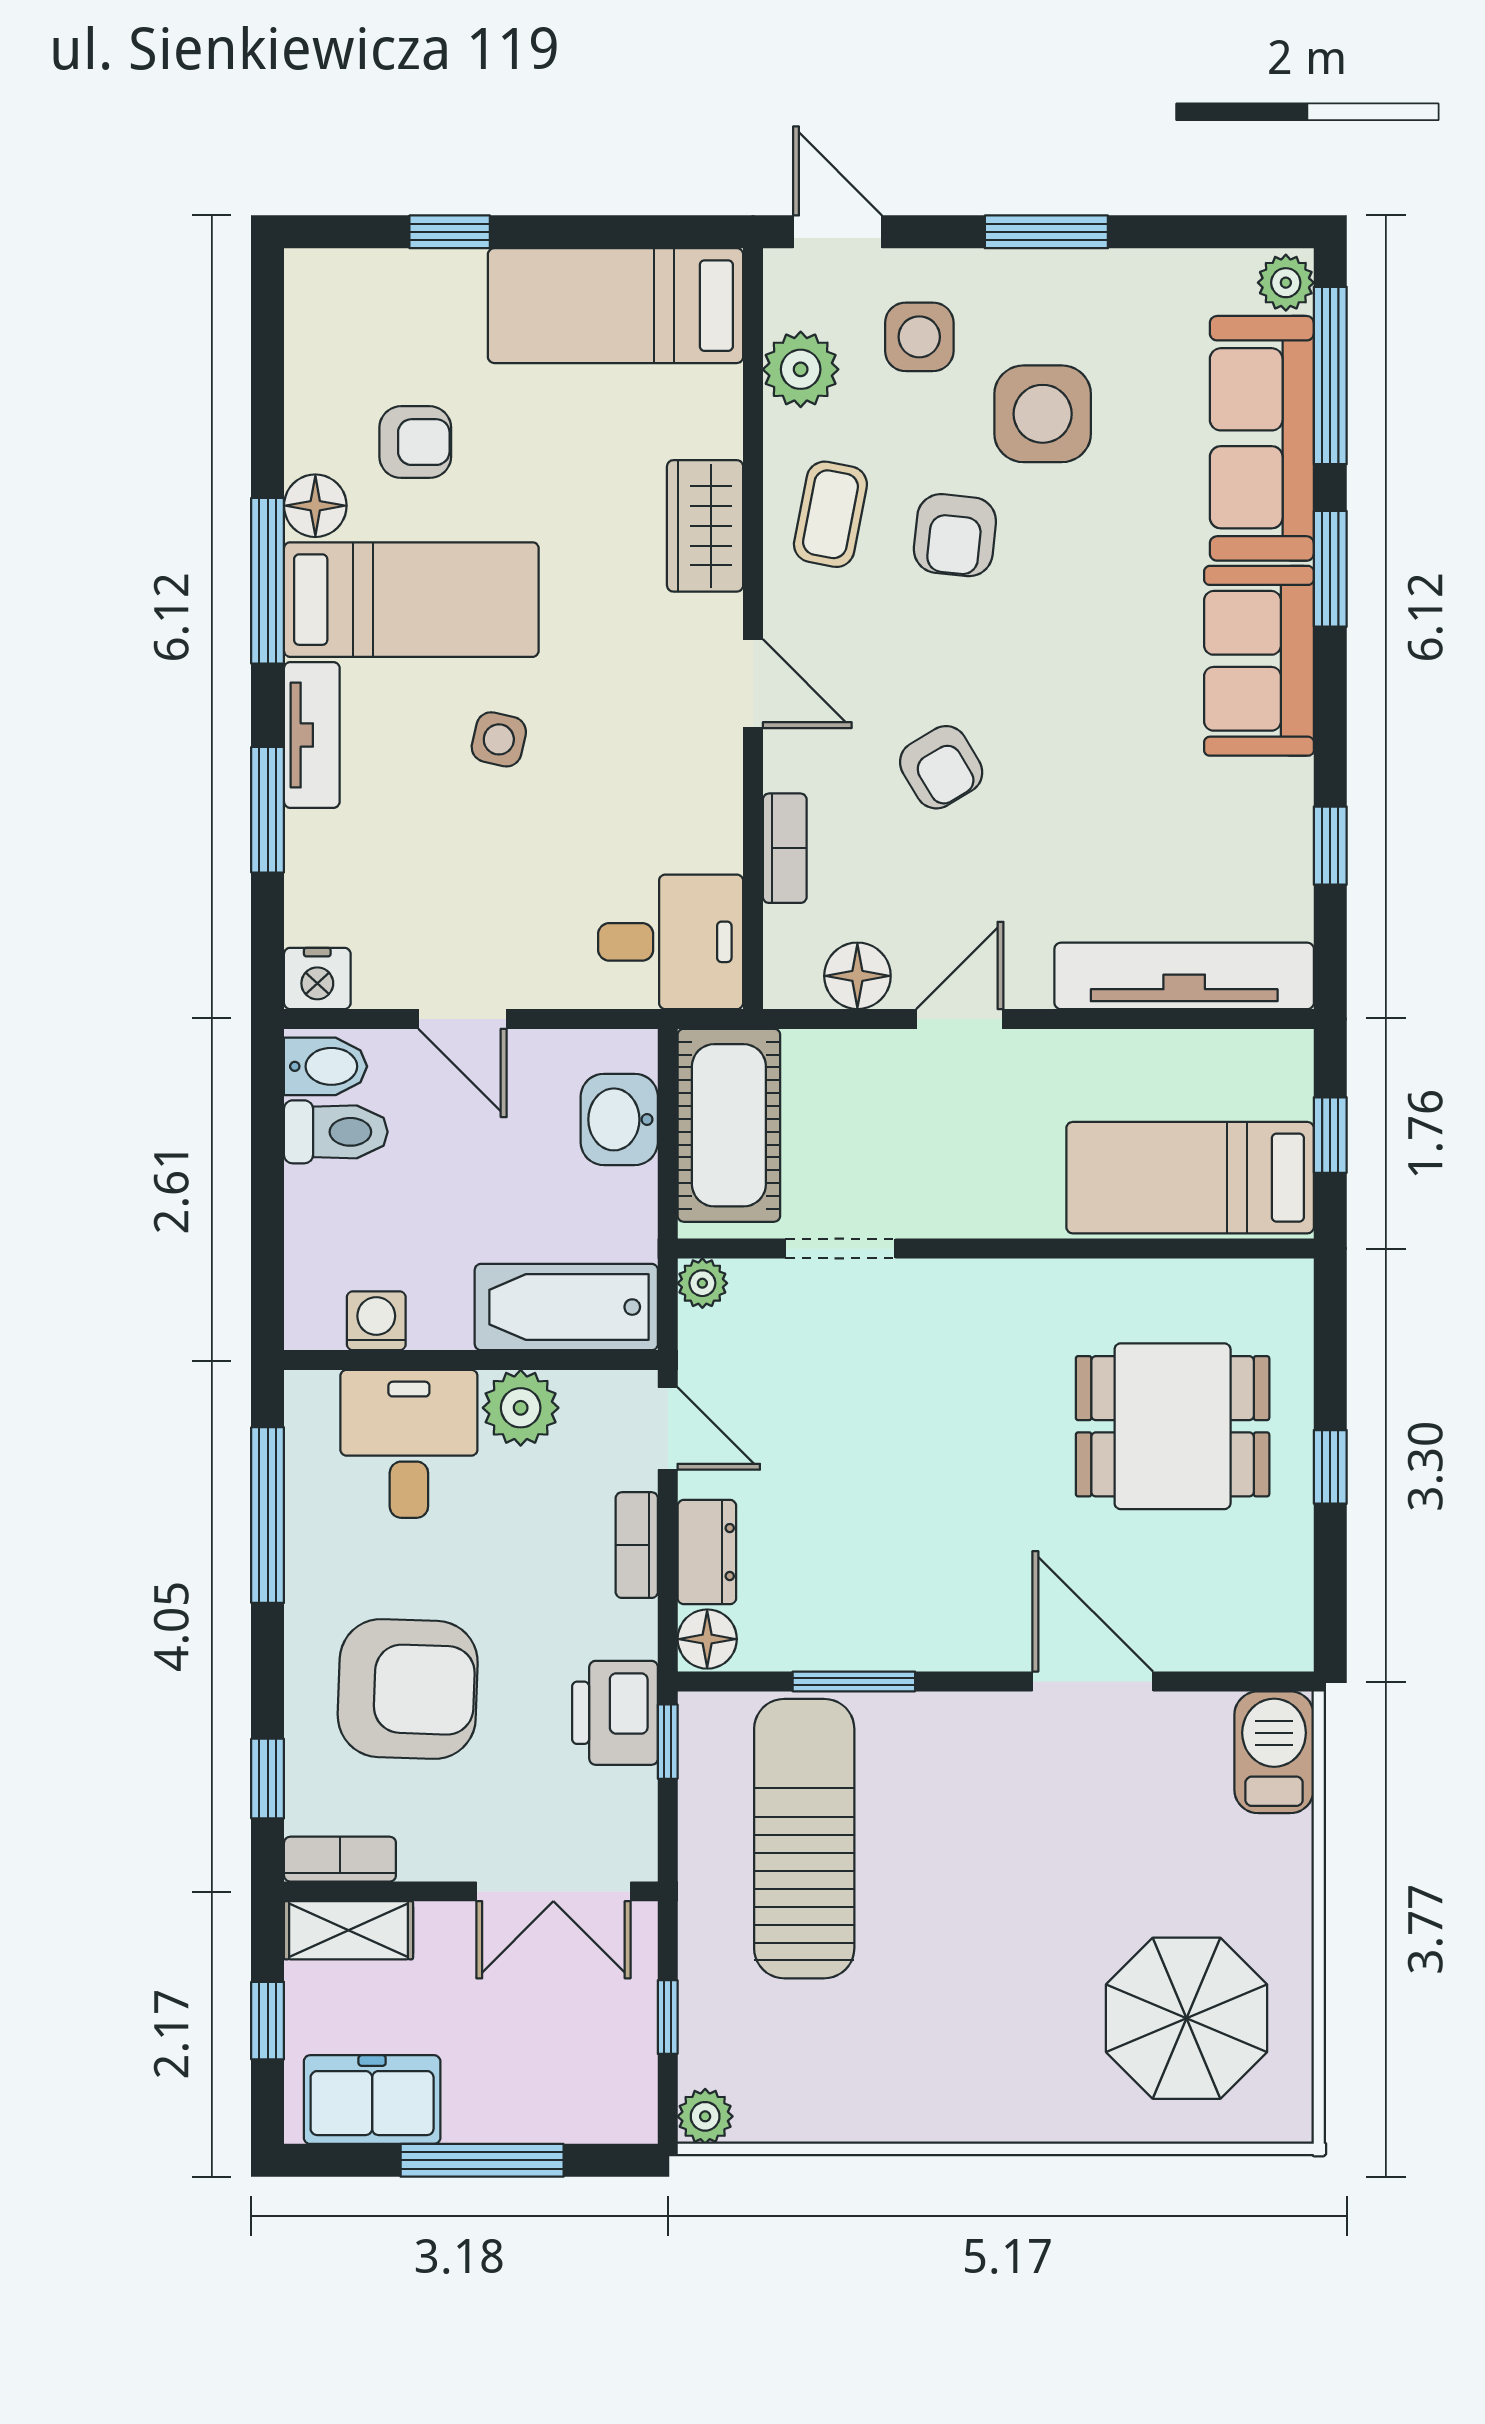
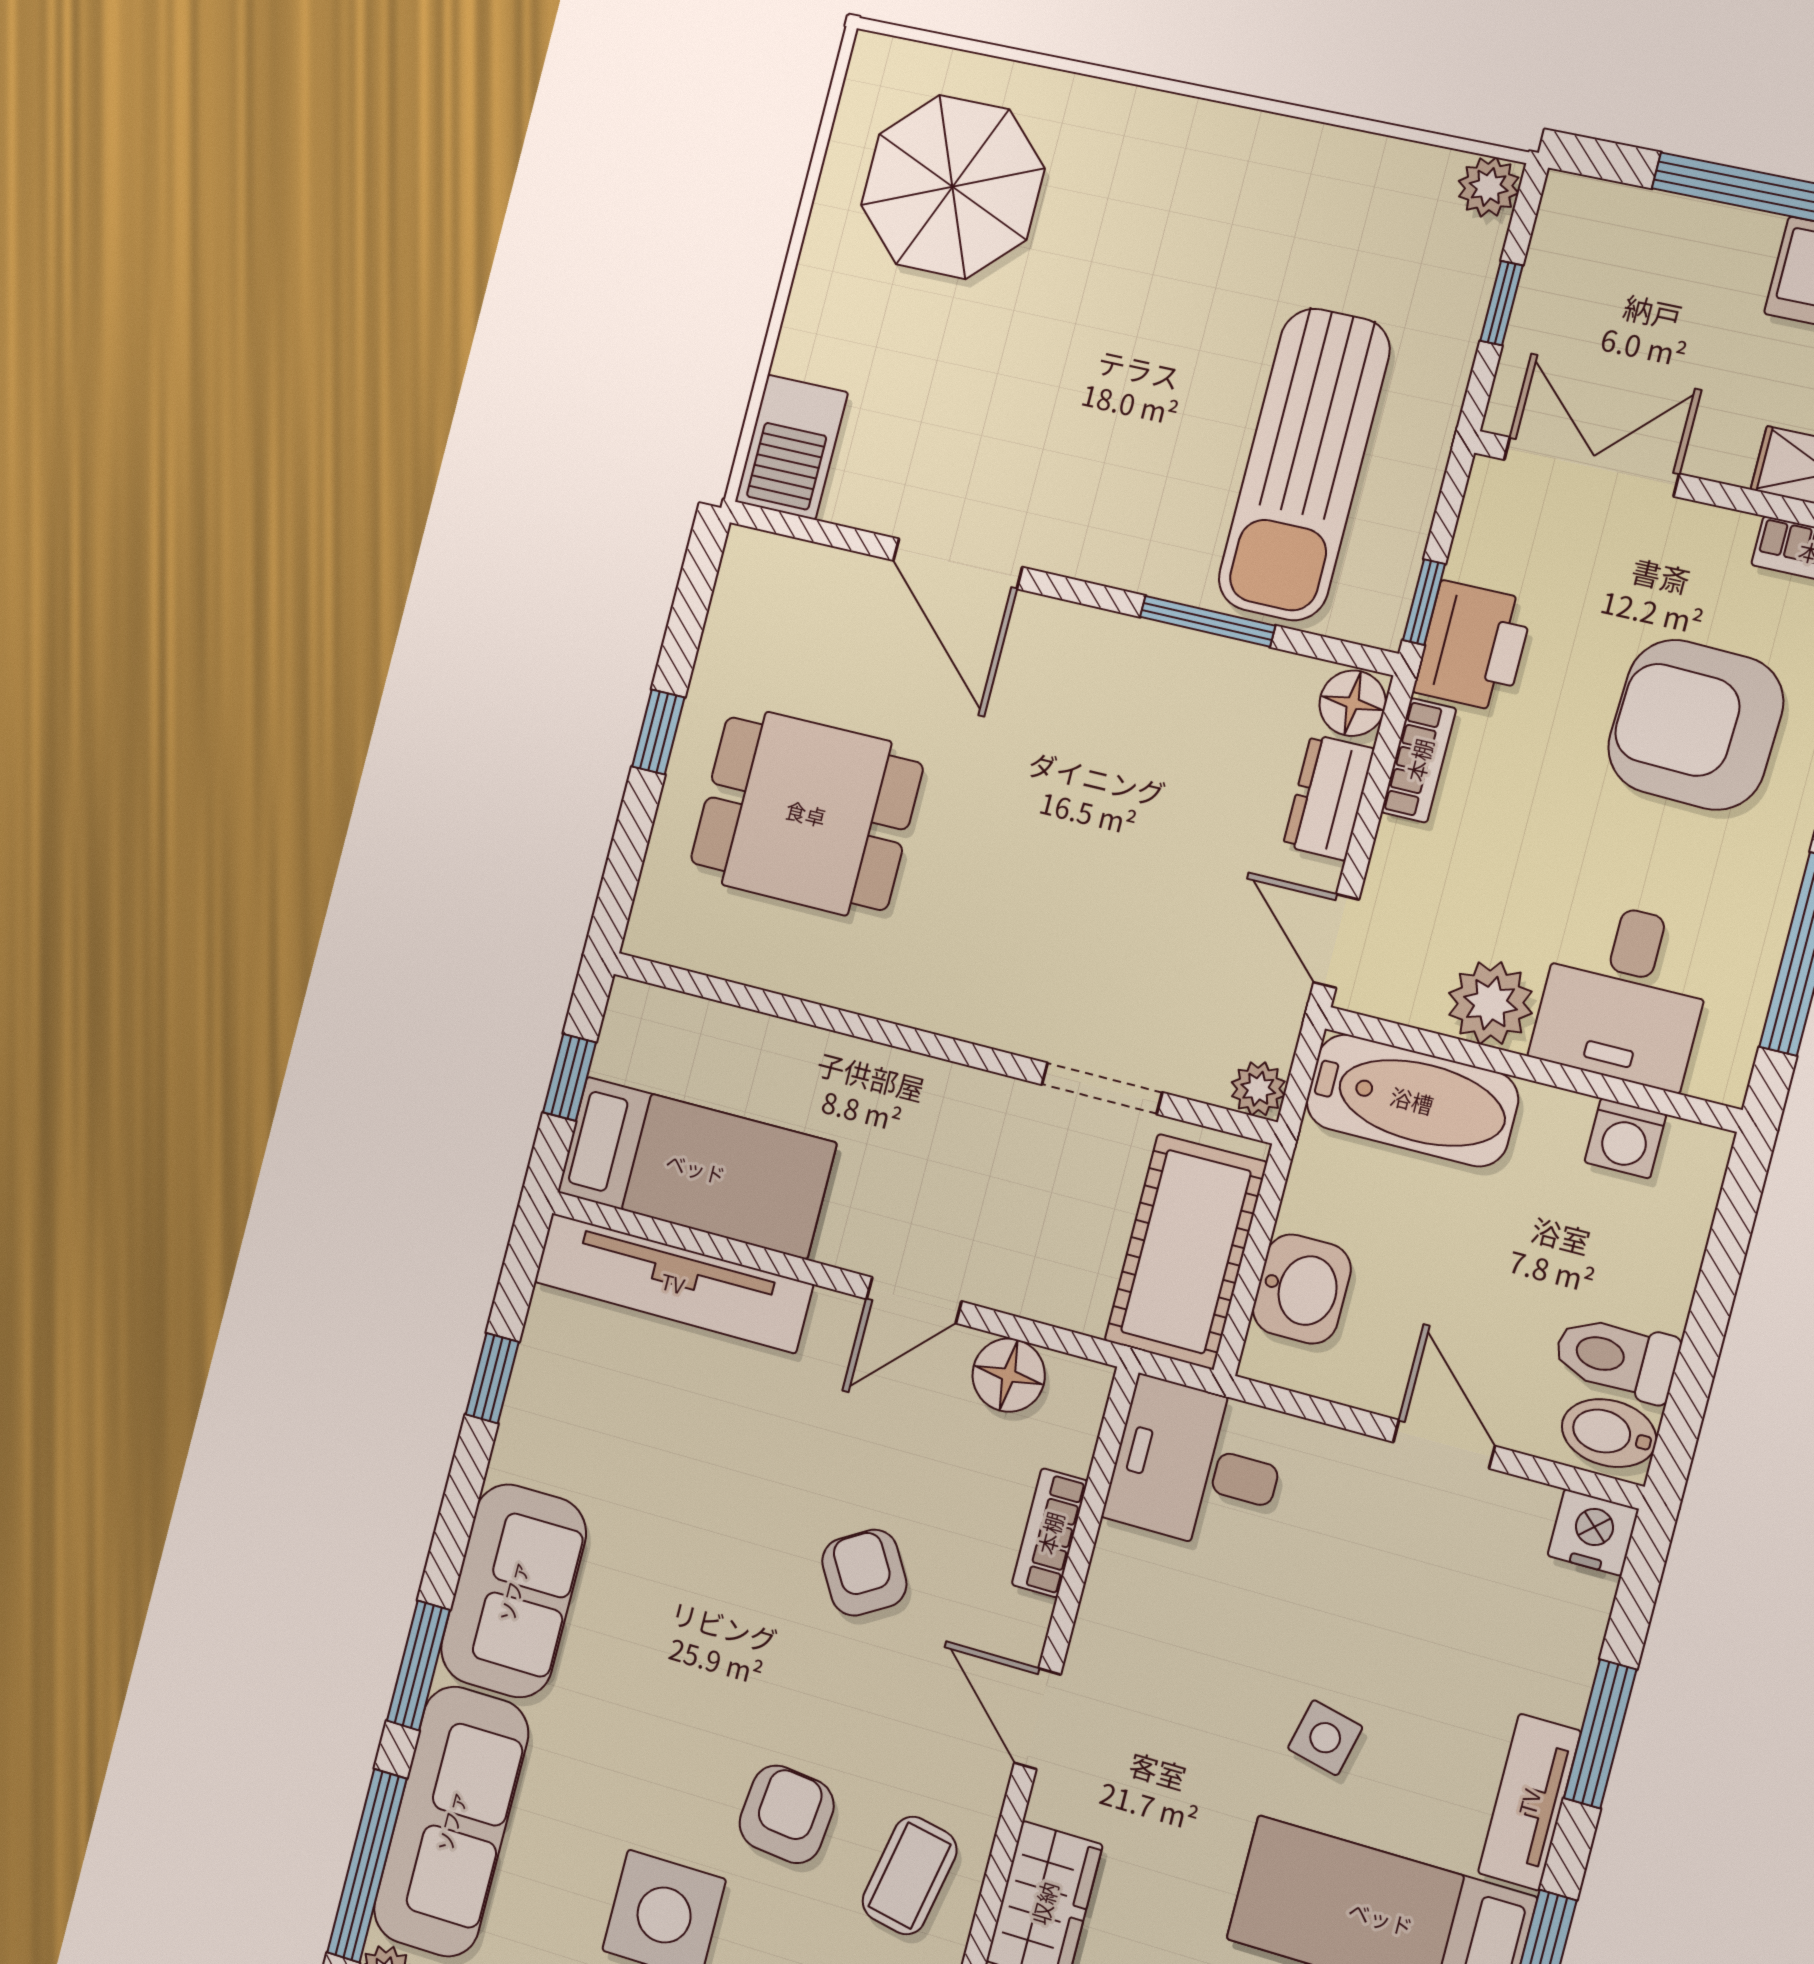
bed: (1190, 1178) -> (696, 1168), moved
bookcase: (637, 1545) -> (1419, 760), moved

